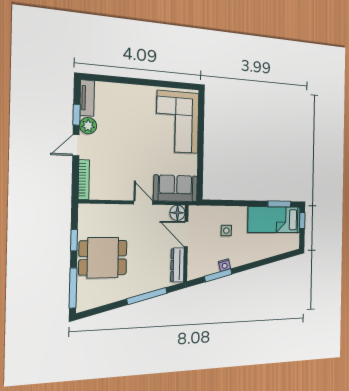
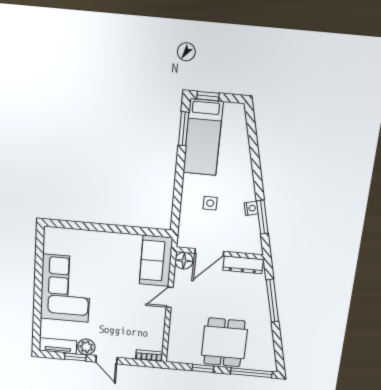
corner sofa: (178, 122) -> (66, 288), moved, turned -90
bookcase: (84, 180) -> (149, 356), width x0.64

